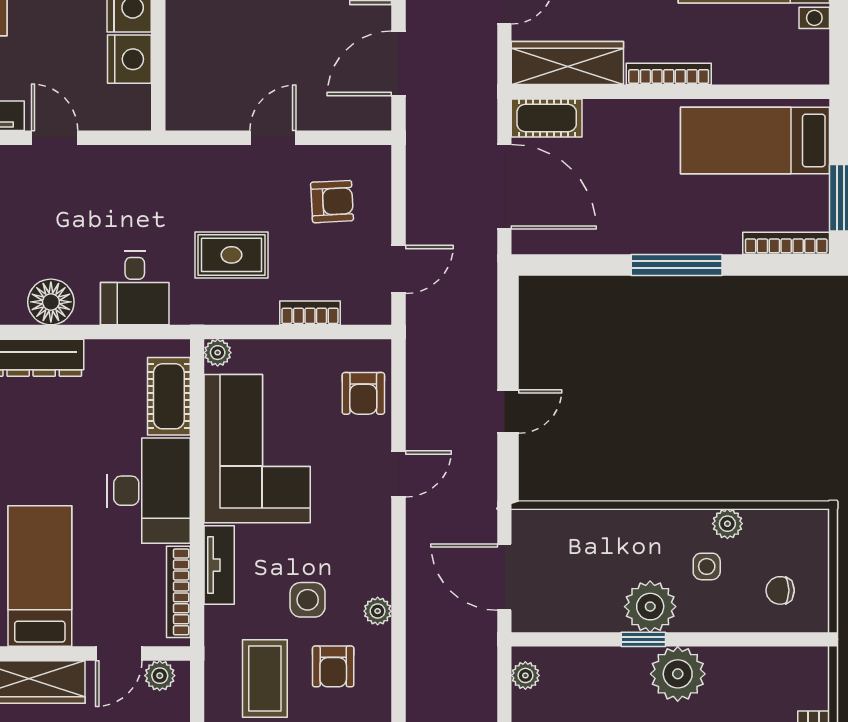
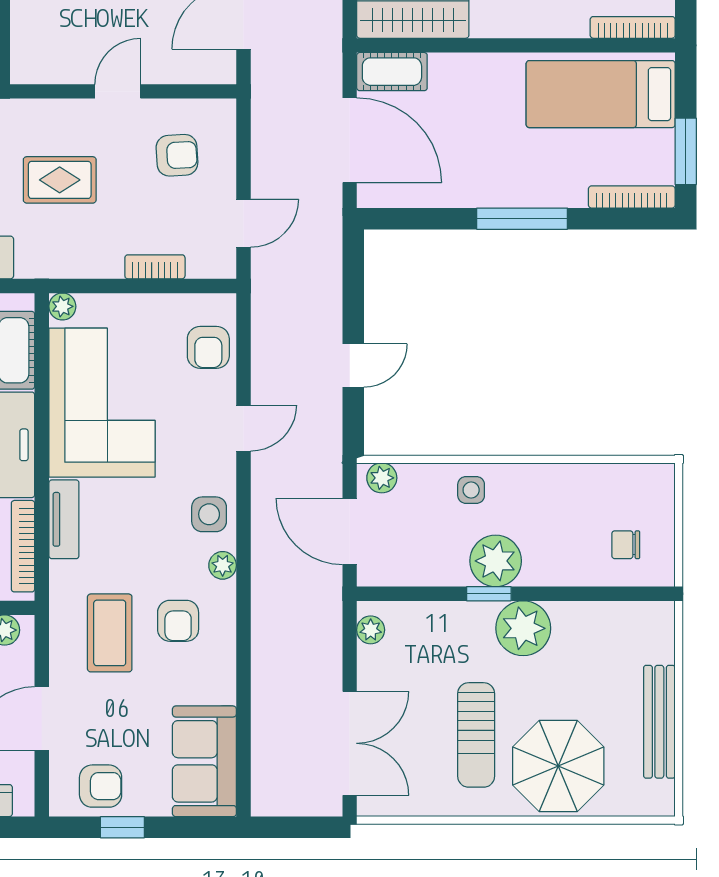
bookcase: (669, 74) -> (633, 27), moved
rug: (231, 255) -> (60, 180), moved
plant: (727, 524) -> (382, 478), moved
side table: (707, 566) -> (471, 490), moved
side table: (308, 600) -> (209, 514), moved

